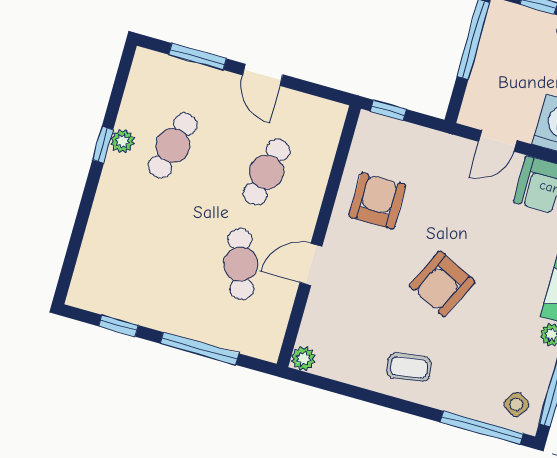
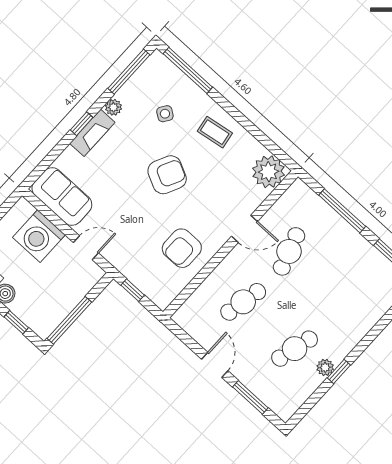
window: (388, 110) -> (133, 290), moved
plant: (303, 359) -> (269, 172), width x1.88, depth x1.88
side table: (516, 404) -> (165, 114), moved

